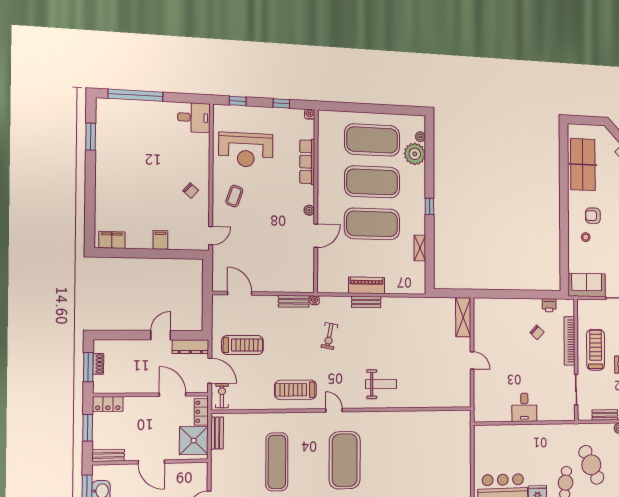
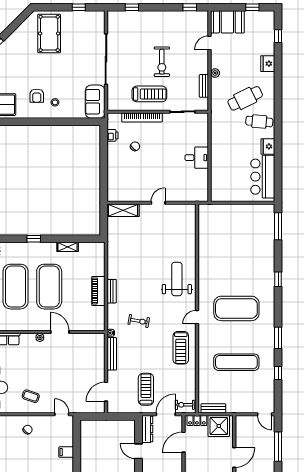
bench: (294, 301) -> (112, 354), width x1.36
treadmill: (596, 350) -> (149, 94), turned 180
weight bench: (381, 384) -> (177, 279), width x1.36, depth x1.33

